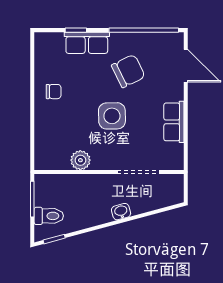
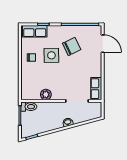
row of seats: (87, 43) -> (35, 31), moved
side table: (112, 116) -> (51, 55), moved
row of seats: (174, 122) -> (96, 89), moved
toilet: (49, 216) -> (29, 107), moved

